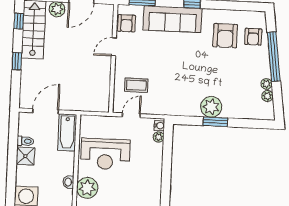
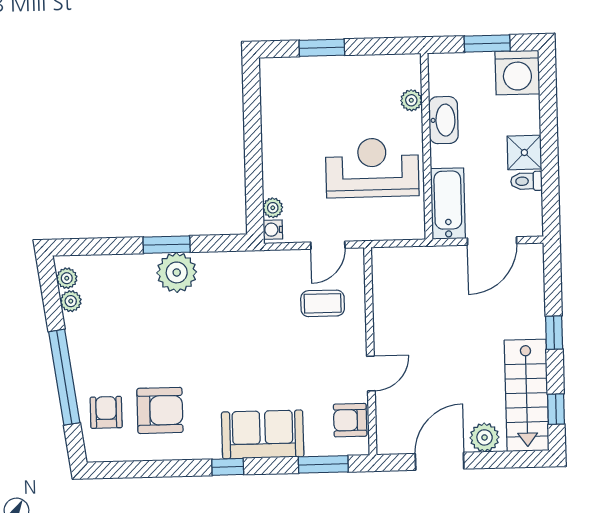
sofa: (173, 19) -> (263, 434), width x0.73
armchair: (126, 23) -> (350, 420), turned -90
armchair: (225, 36) -> (160, 410), turned 90
plant: (266, 84) -> (67, 278), moved
washbasin: (68, 182) -> (443, 120), width x1.91, depth x1.45
plant: (87, 188) -> (411, 100), width x0.53, depth x0.53

